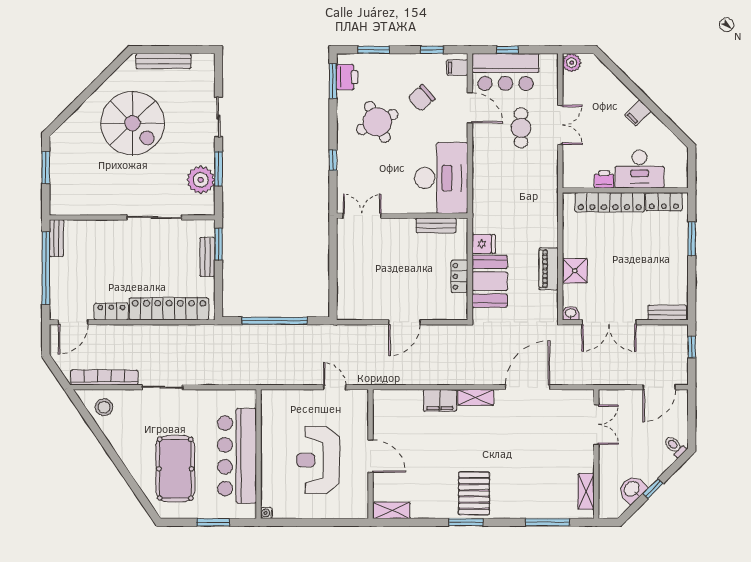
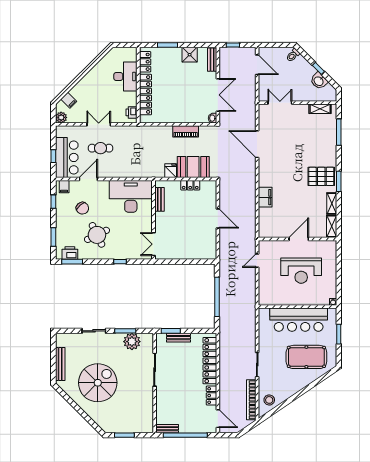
filing cabinet: (638, 113) -> (69, 100), moved
printer: (604, 179) -> (132, 112), moved
shower: (575, 271) -> (190, 55), moved
shelving: (476, 397) -> (332, 203), moved

